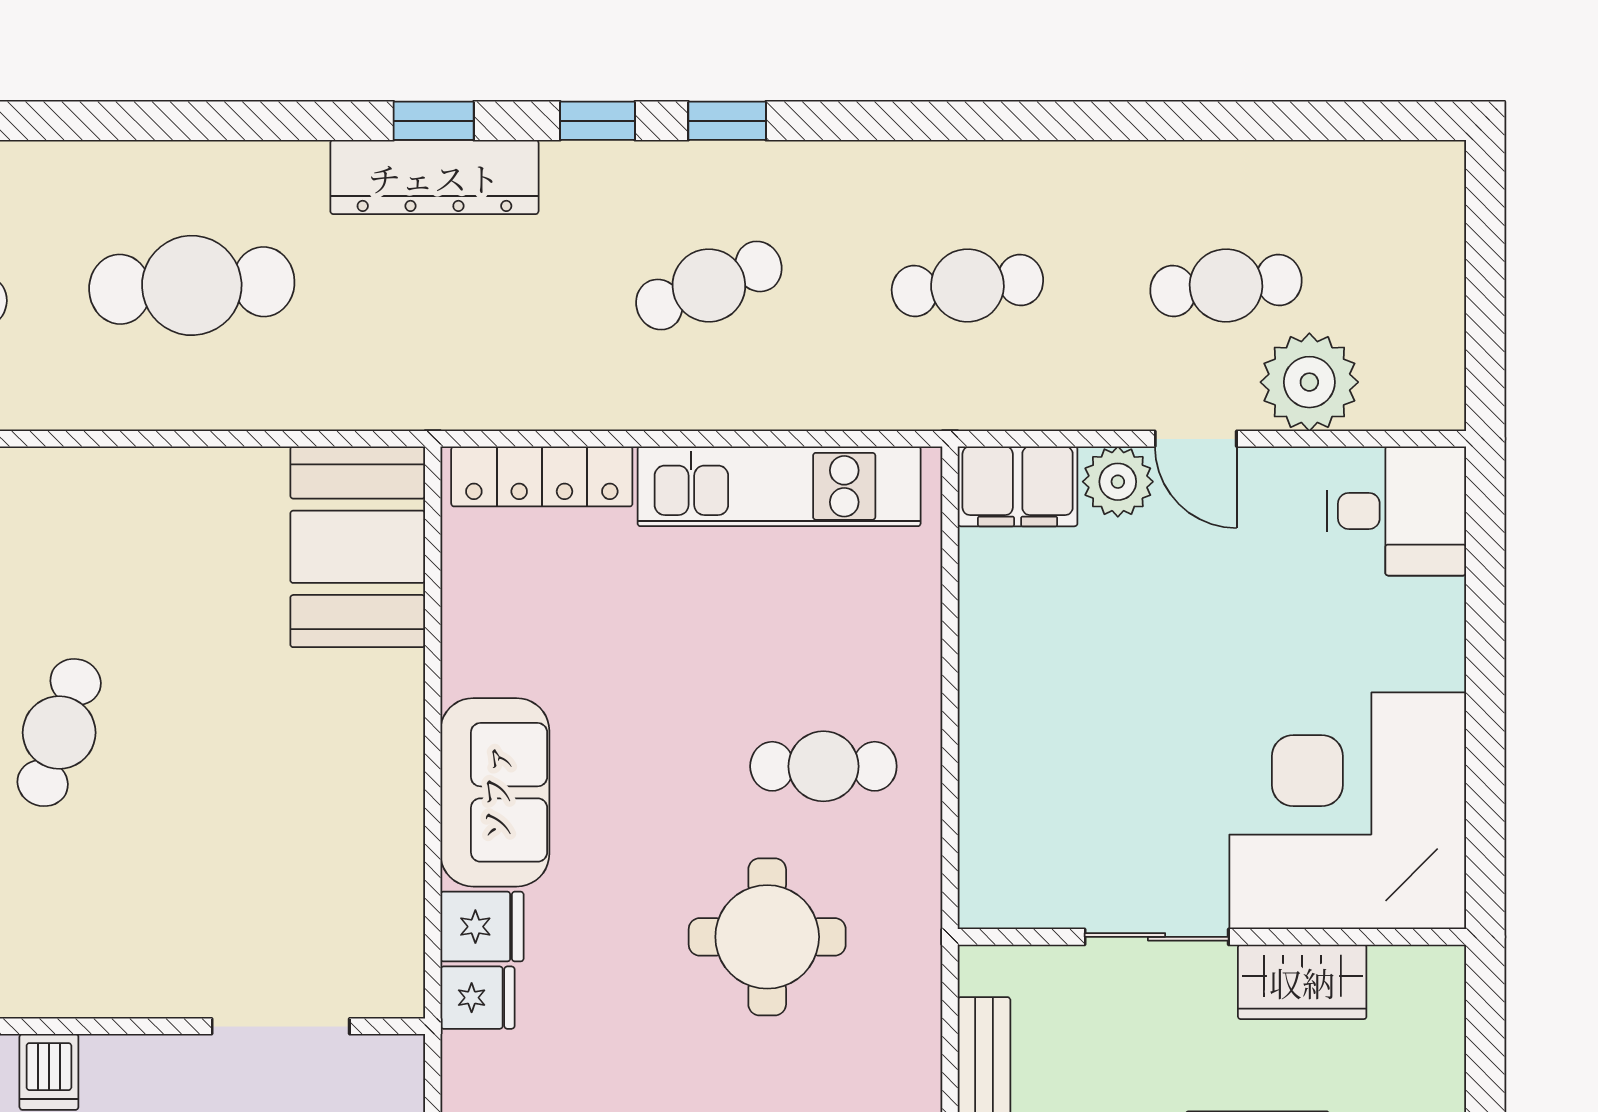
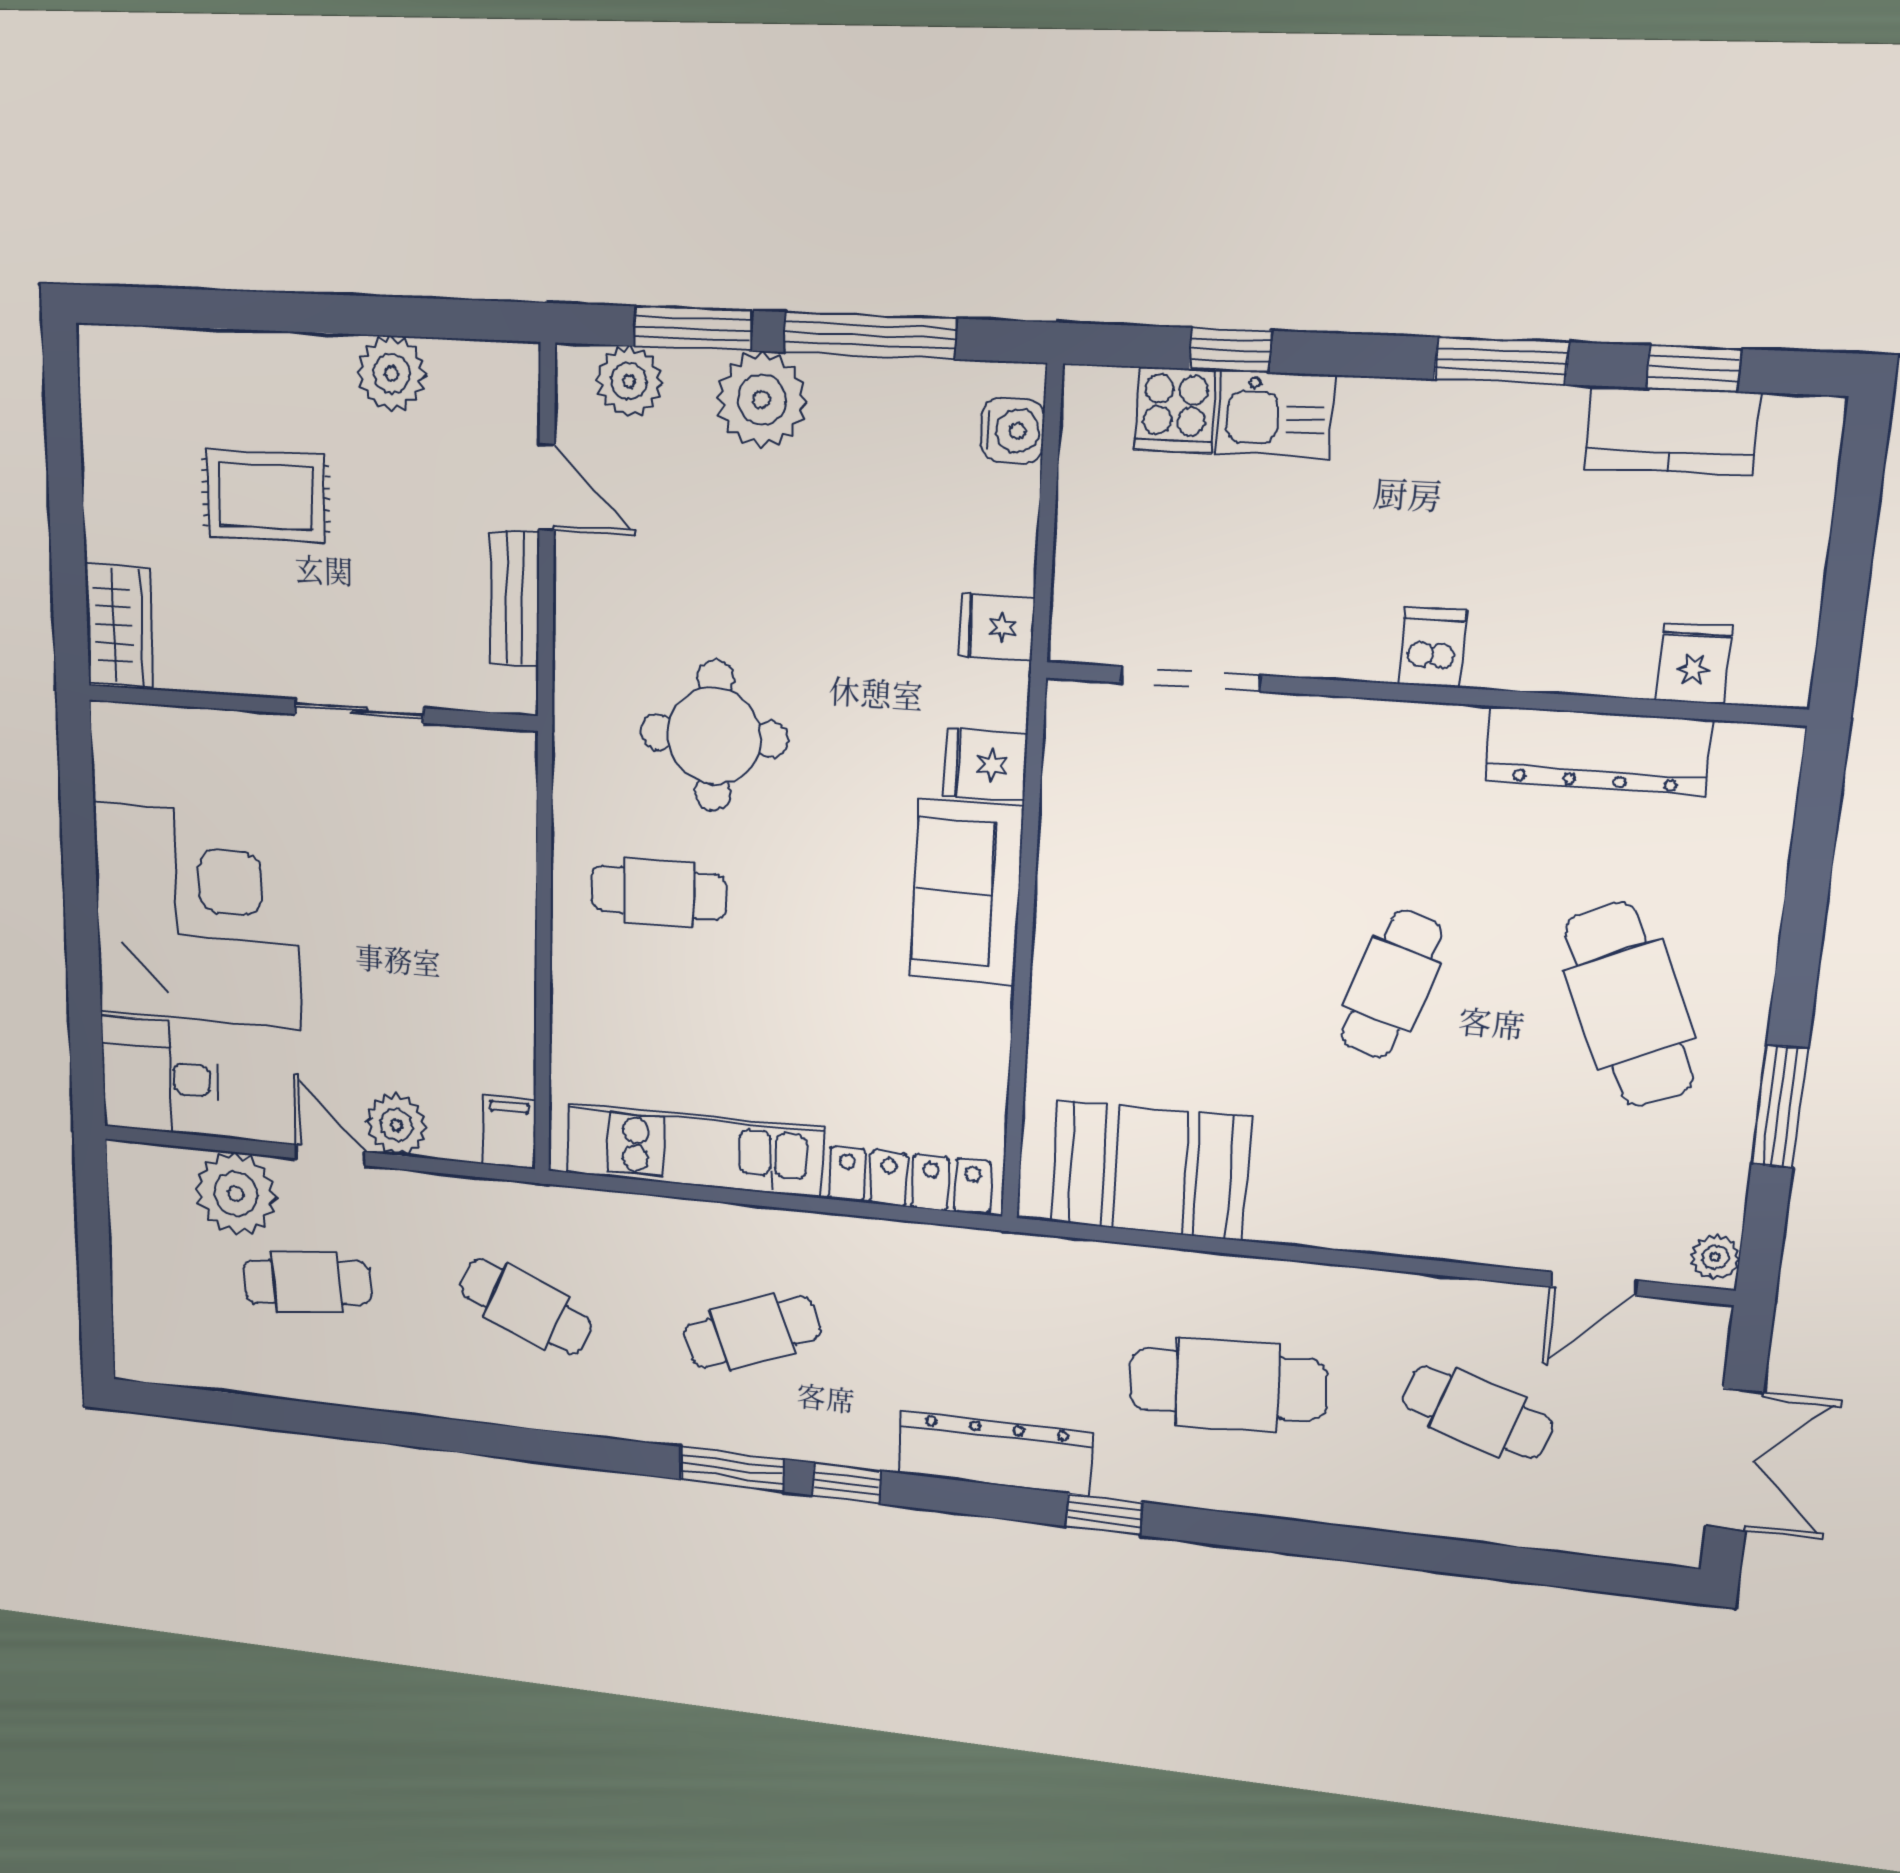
window: (434, 121) -> (1104, 1514), moved
window: (727, 121) -> (732, 1469), width x1.50
cafe table: (967, 285) -> (526, 1307), turned 30
filing cabinet: (1018, 486) -> (509, 1132), width x0.50
booth: (358, 547) -> (1150, 1170), moved, turned 90
corner desk: (1348, 811) -> (197, 916), moved, turned -90
wardrobe: (1302, 982) -> (119, 626), moved, turned 90
fridge: (478, 998) -> (997, 627), moved

